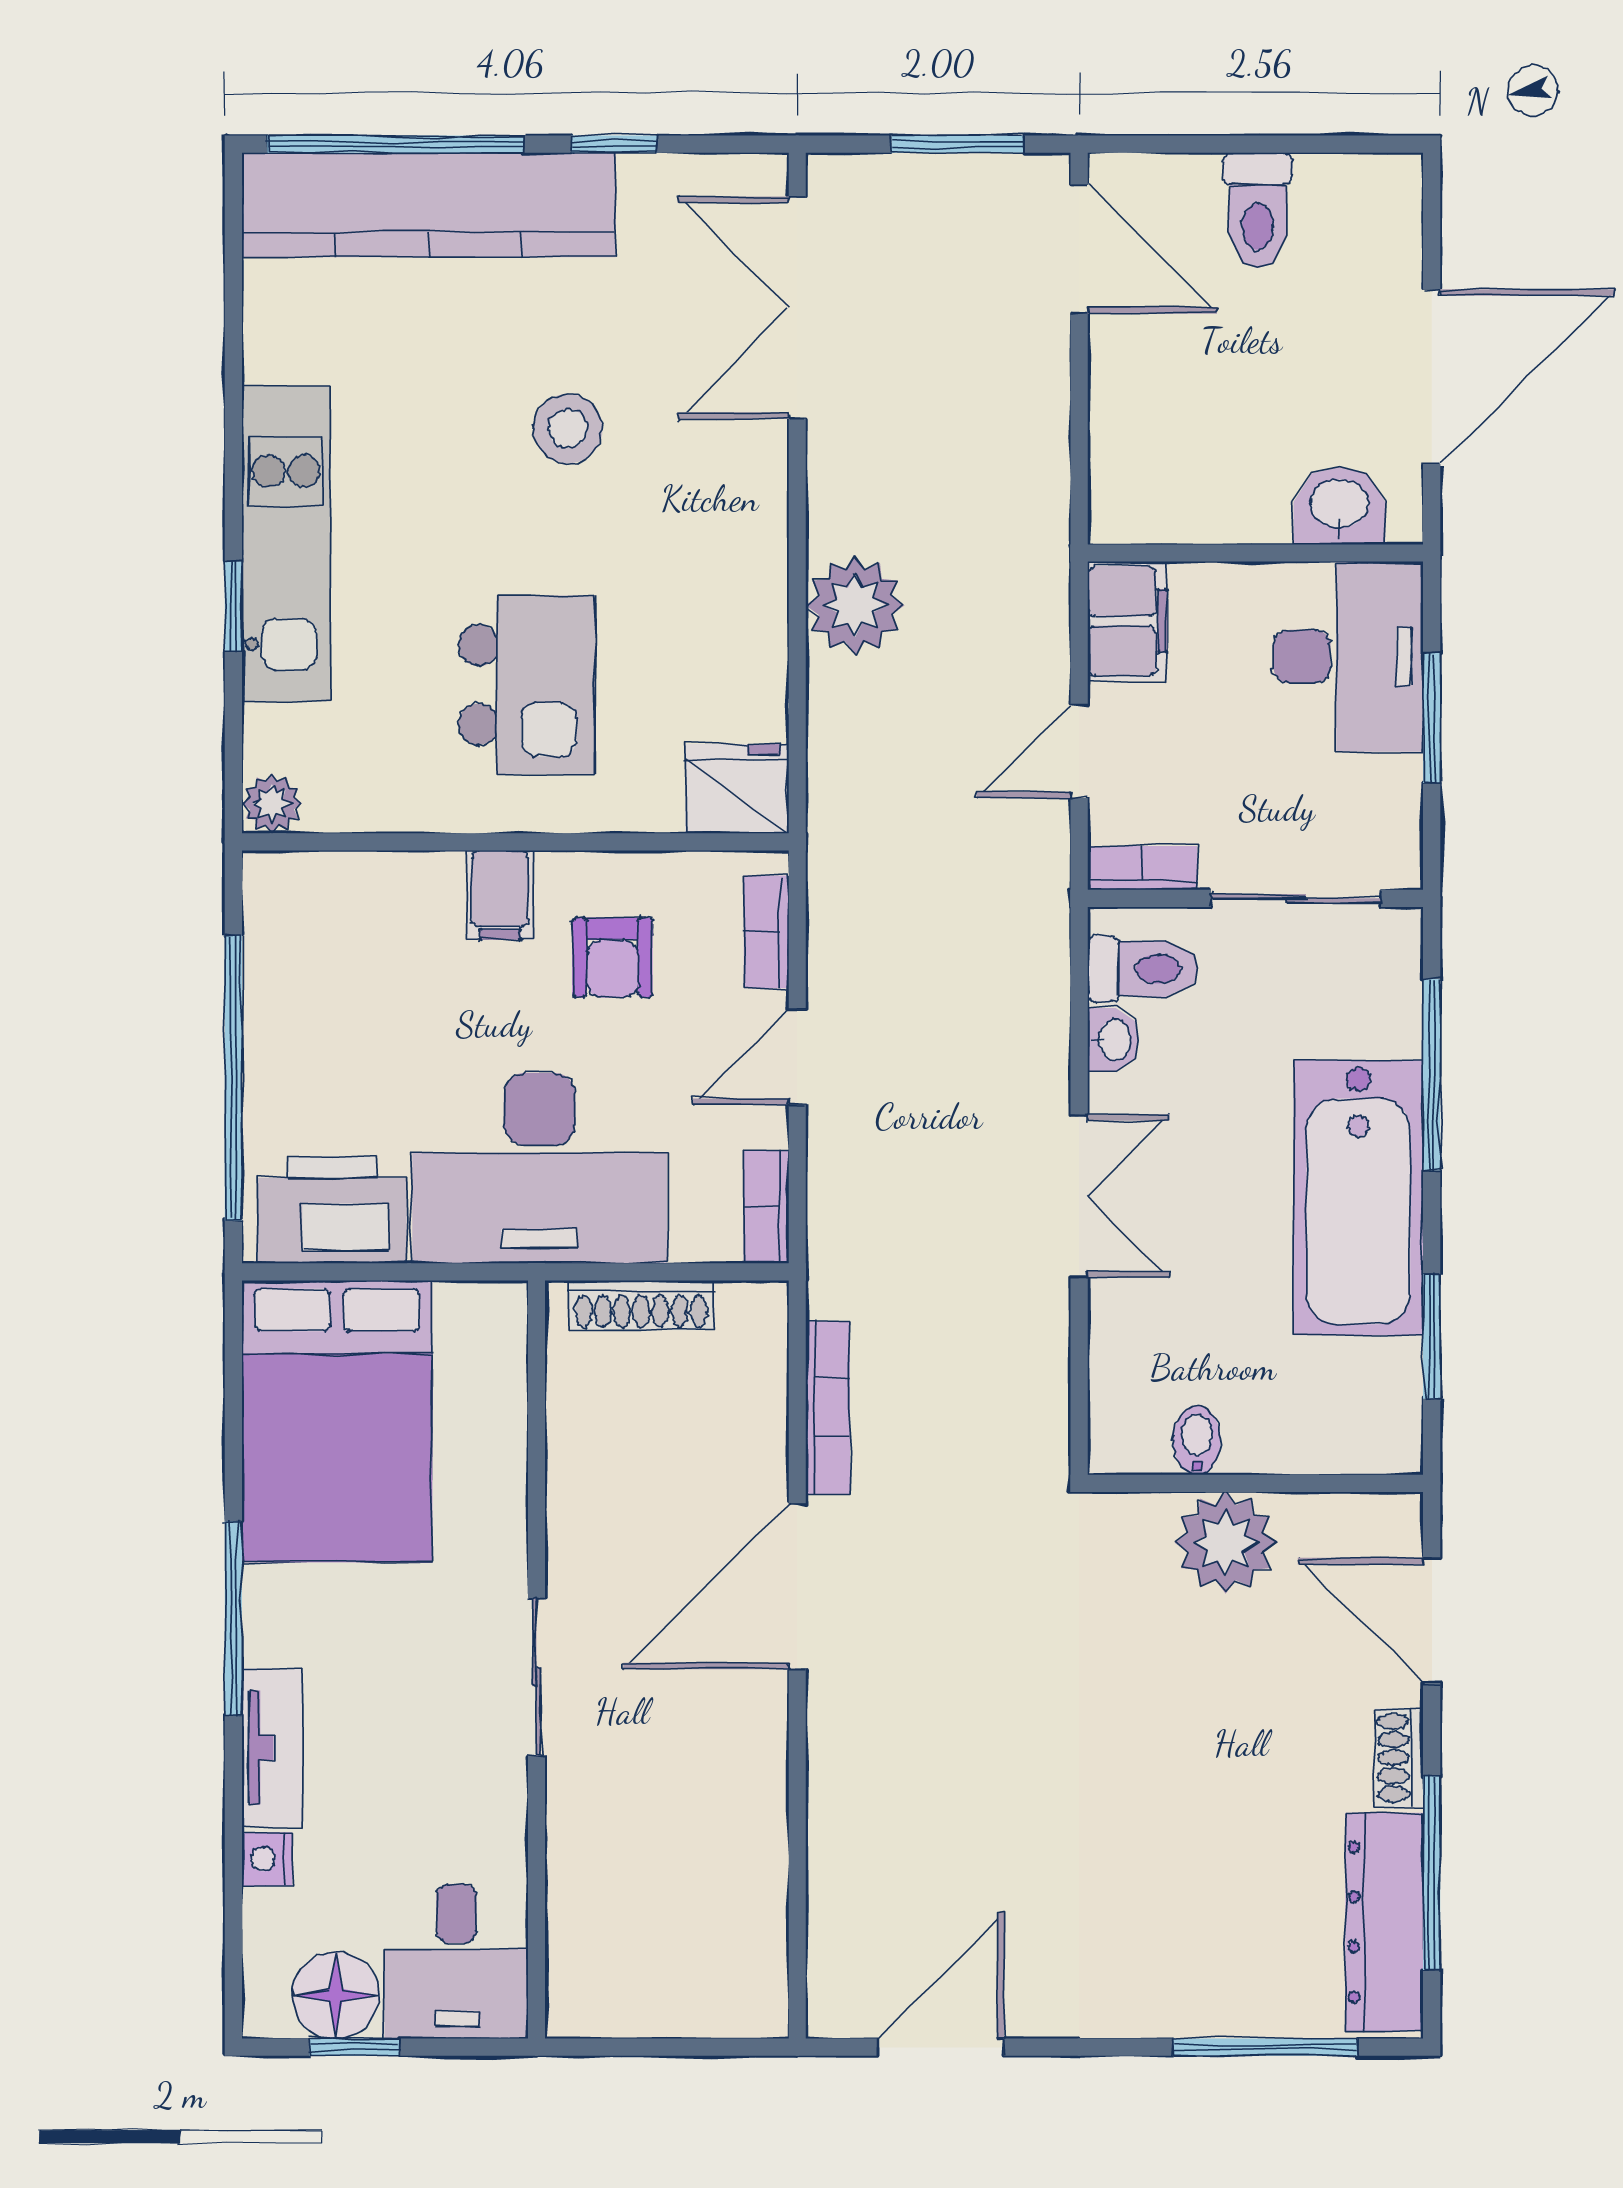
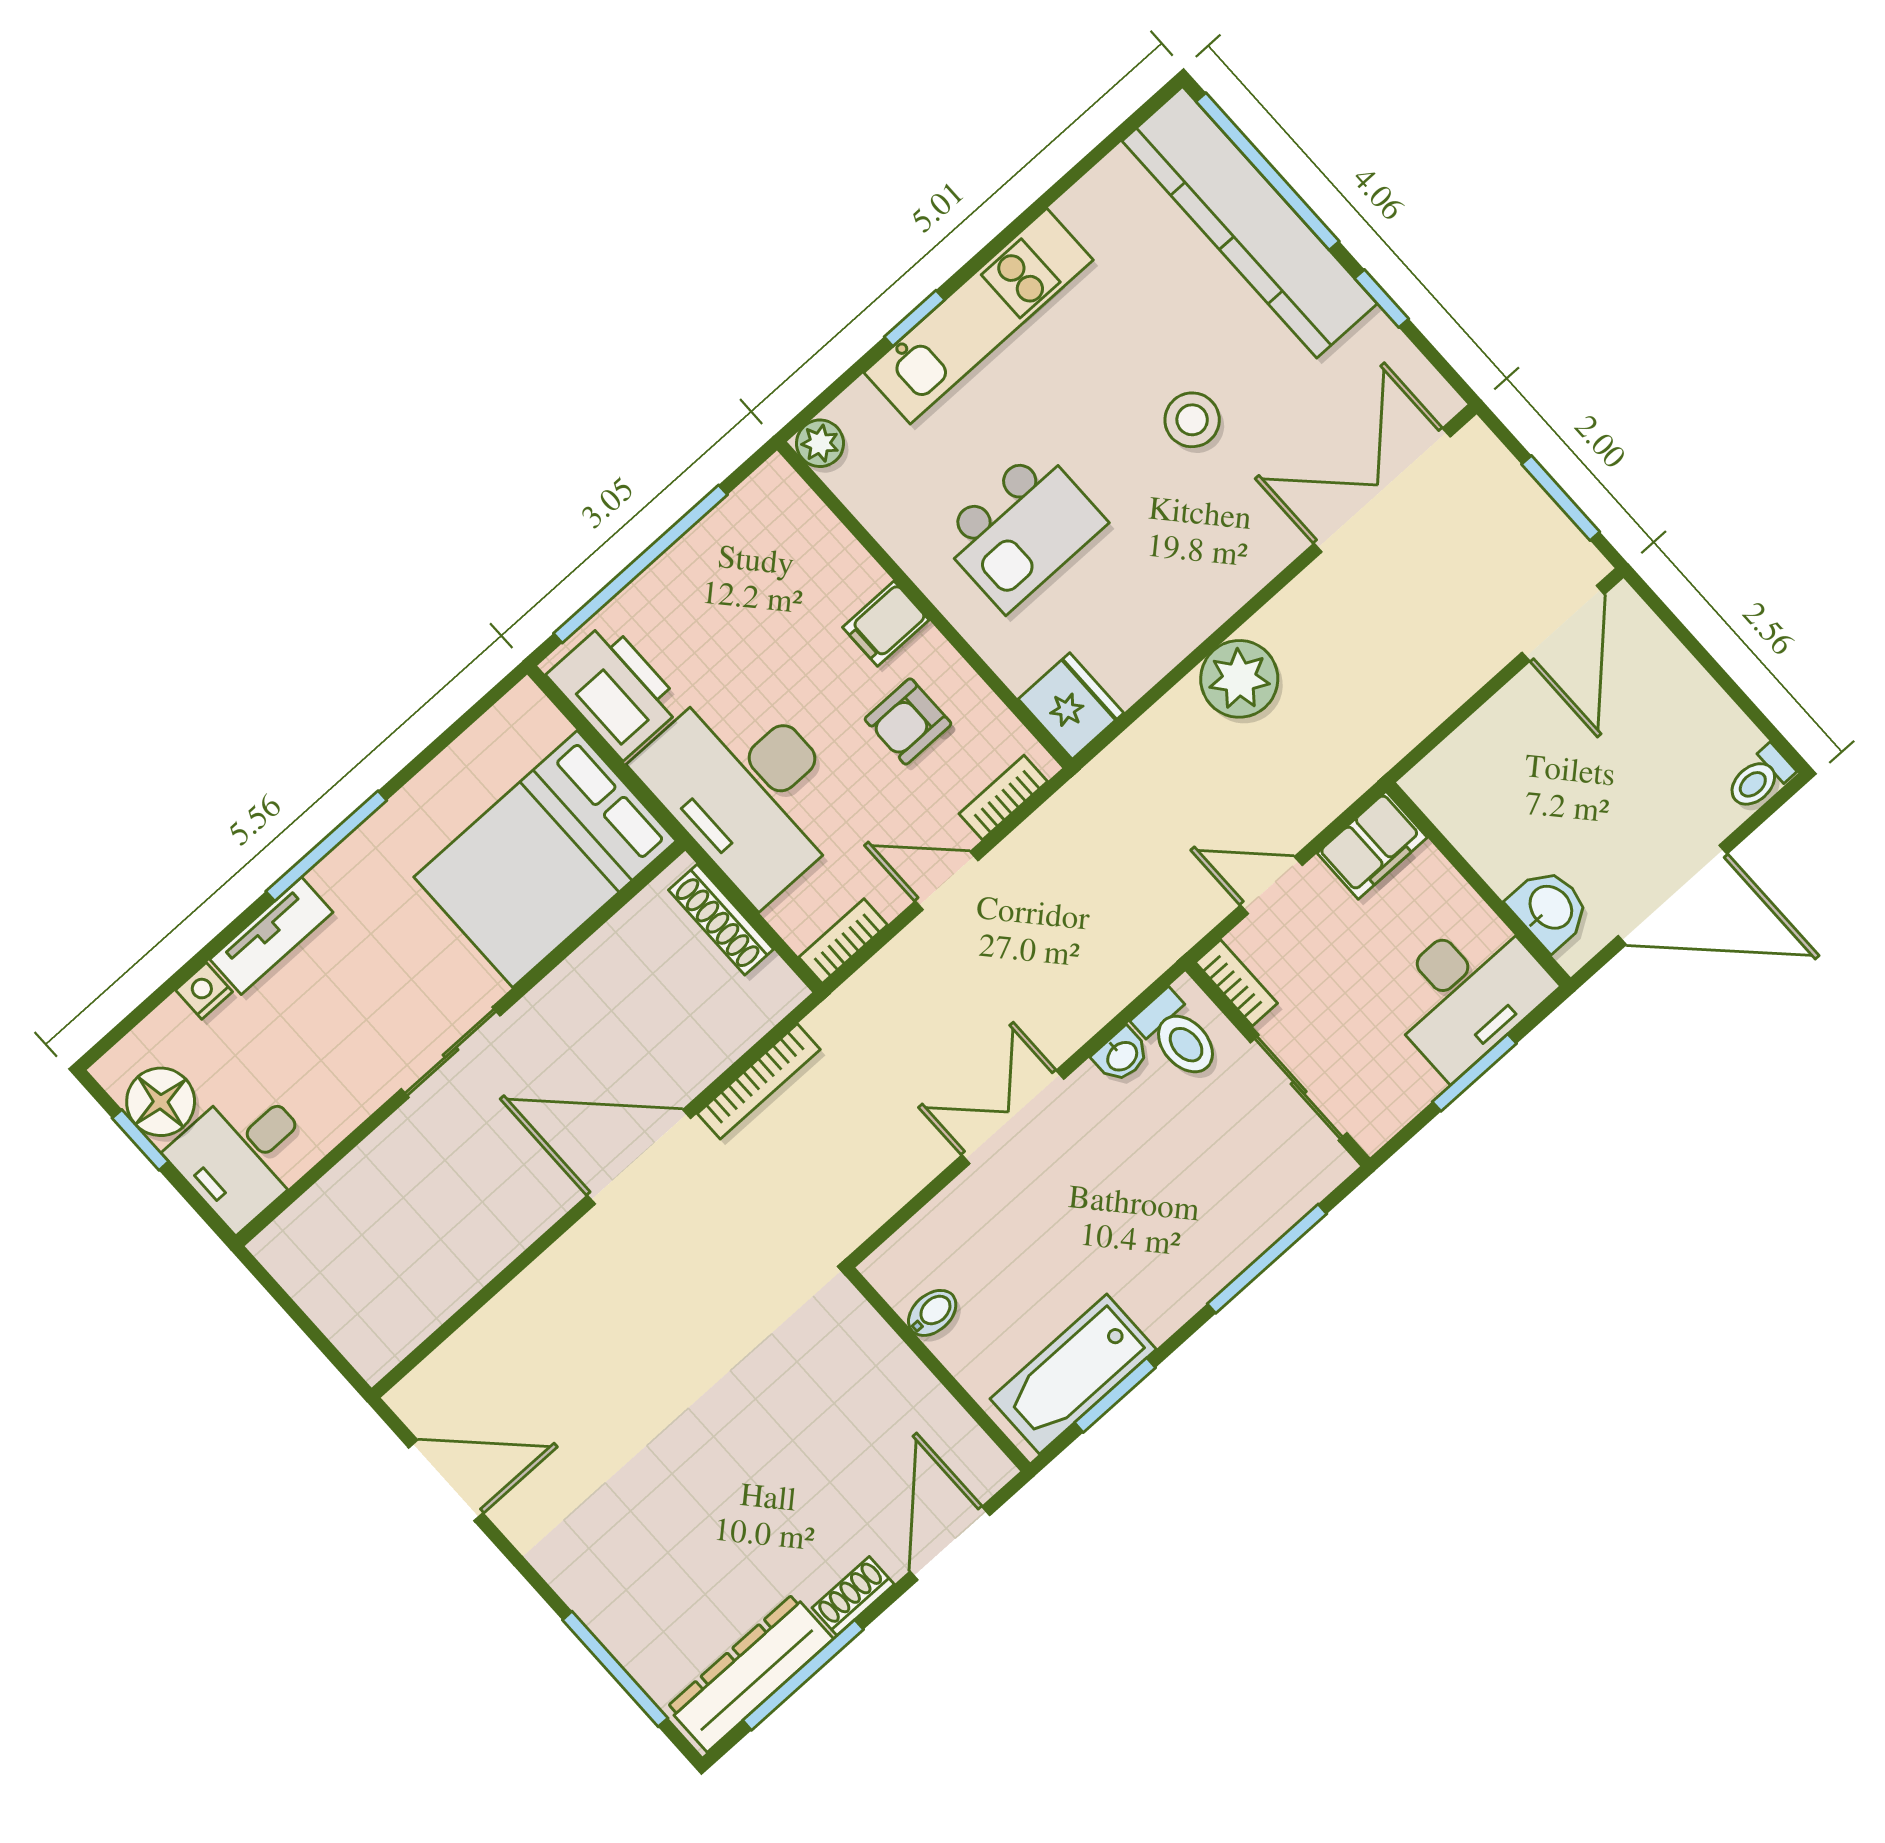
toilet: (1258, 210) -> (1760, 778), moved, width x0.73, depth x0.72
double door: (1079, 1196) -> (1013, 1117), swing flipped
bathtub: (1358, 1198) -> (1073, 1374), moved, width x0.73, depth x0.73
bed: (337, 1421) -> (545, 859), moved
plant: (1226, 1543) -> (888, 1383), removed

